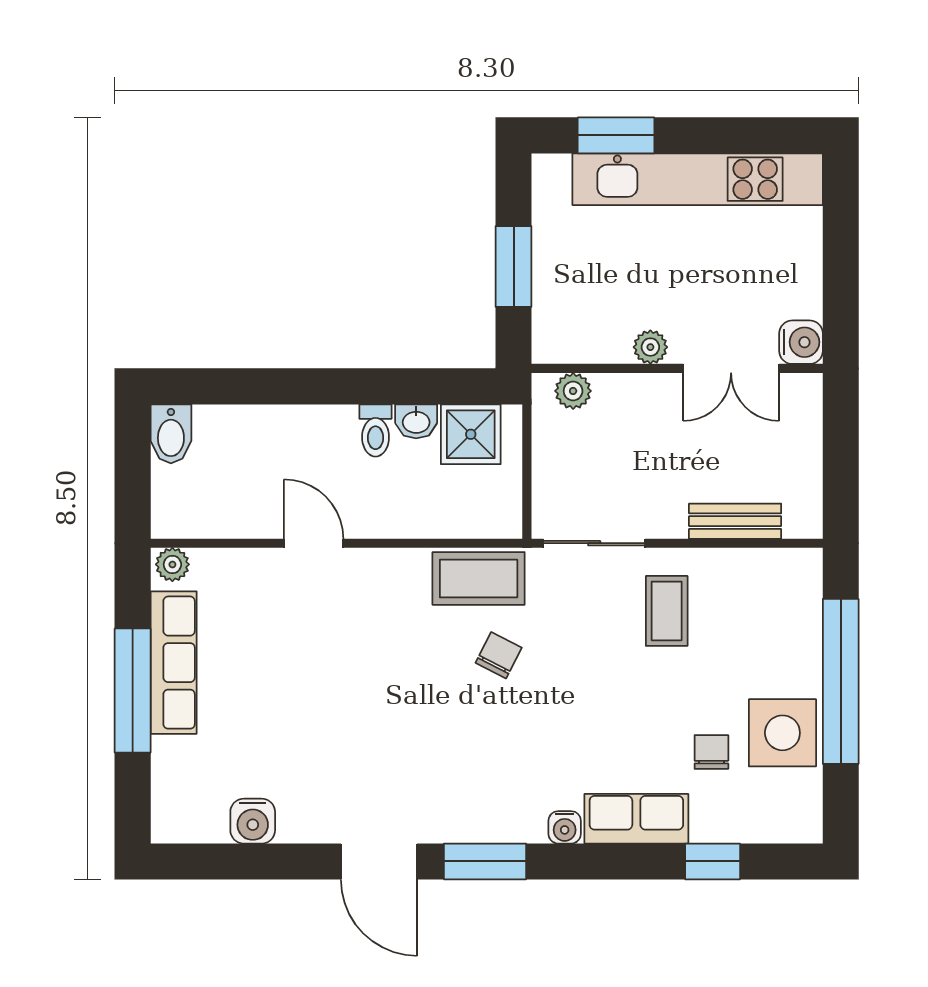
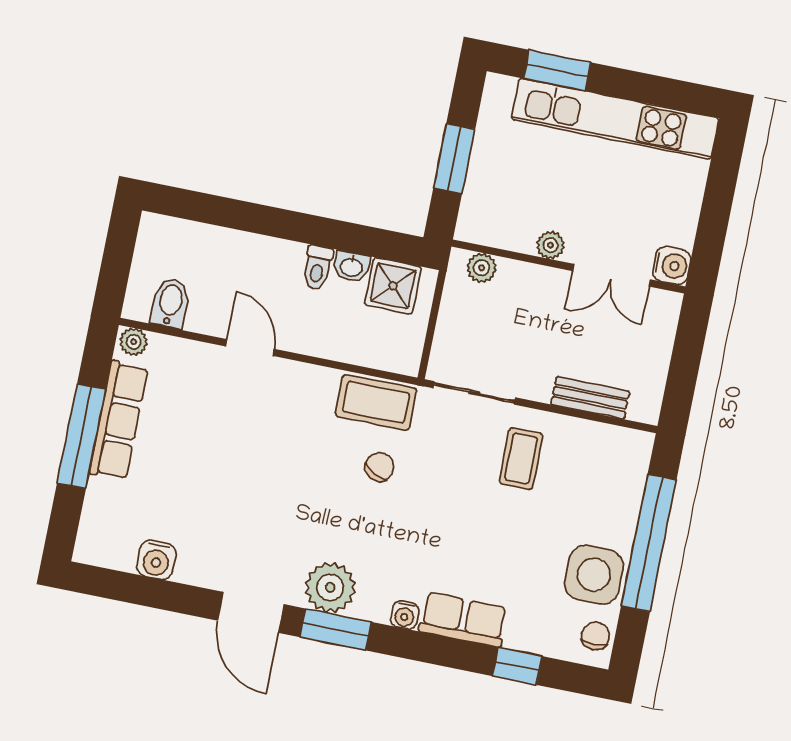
bidet: (171, 434) -> (170, 303), moved, turned 180
chair: (711, 752) -> (595, 636), moved
plant: (468, 812) -> (330, 587), added

